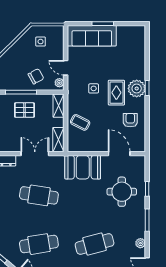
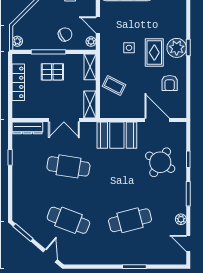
armchair: (130, 120) -> (170, 83), turned 180
double door: (35, 154) -> (64, 120), swing flipped
round table: (122, 192) -> (160, 162), turned 31
cafe table: (39, 244) -> (68, 220), turned 30

